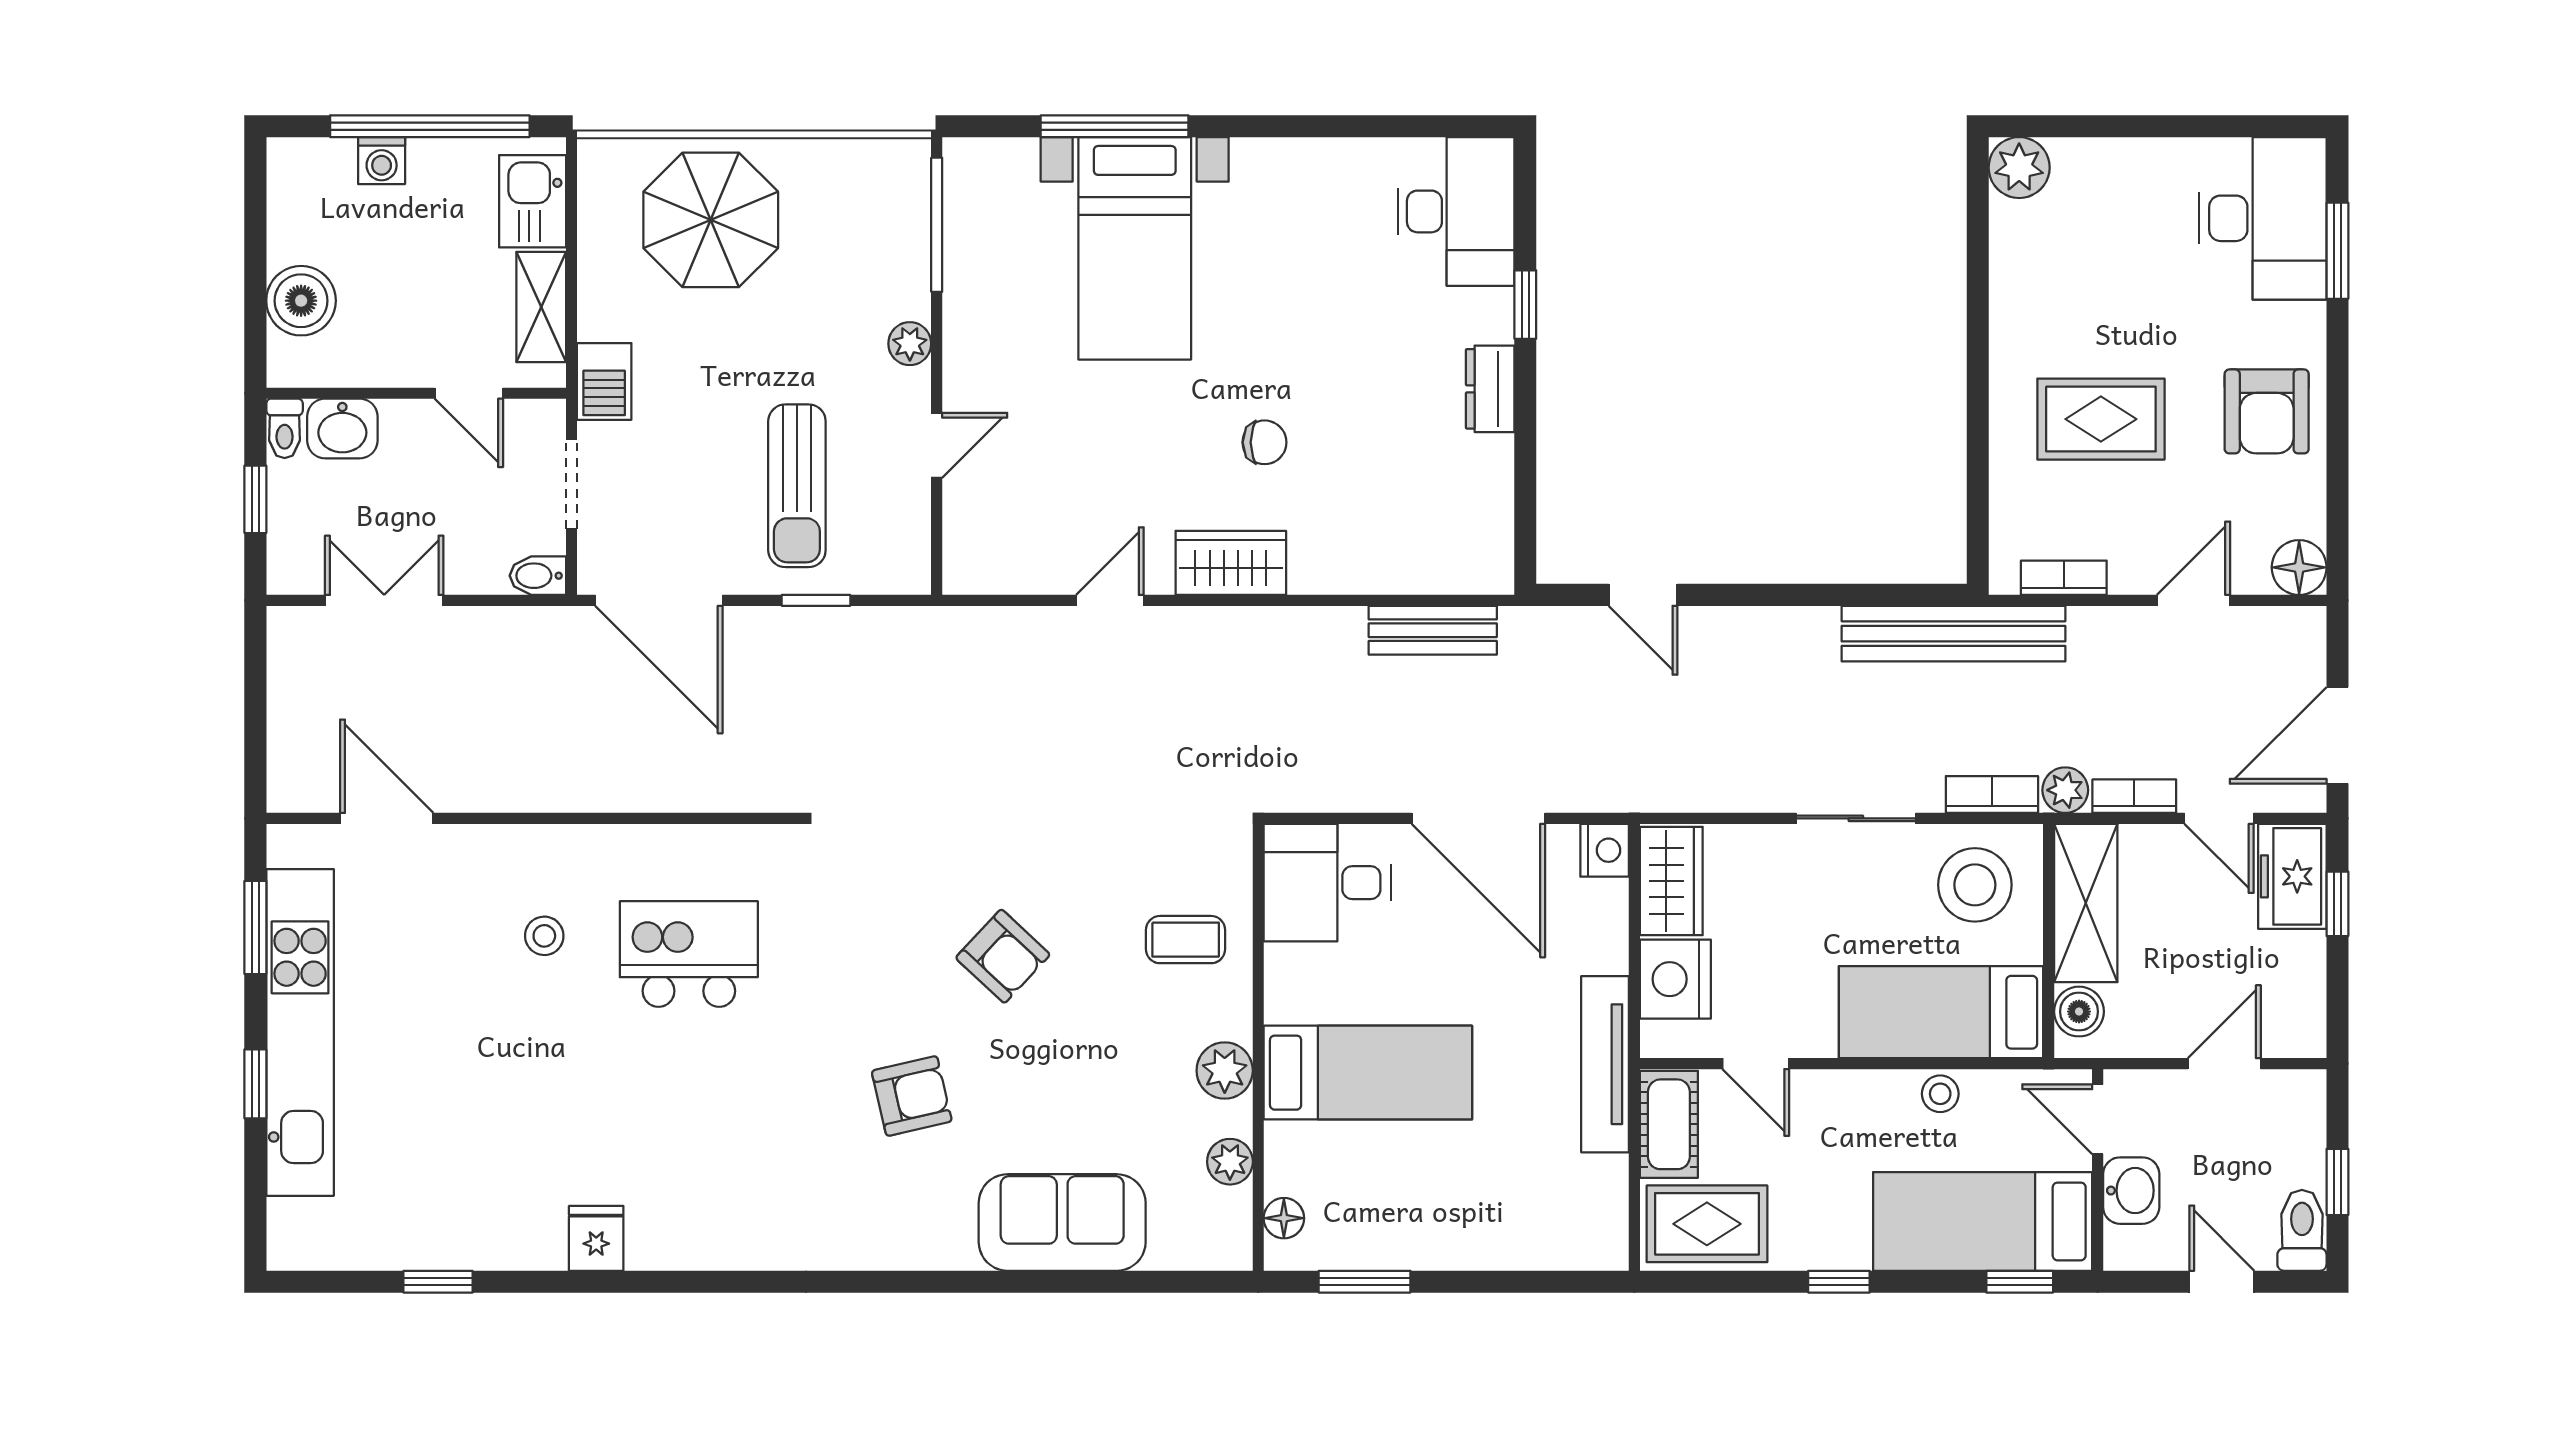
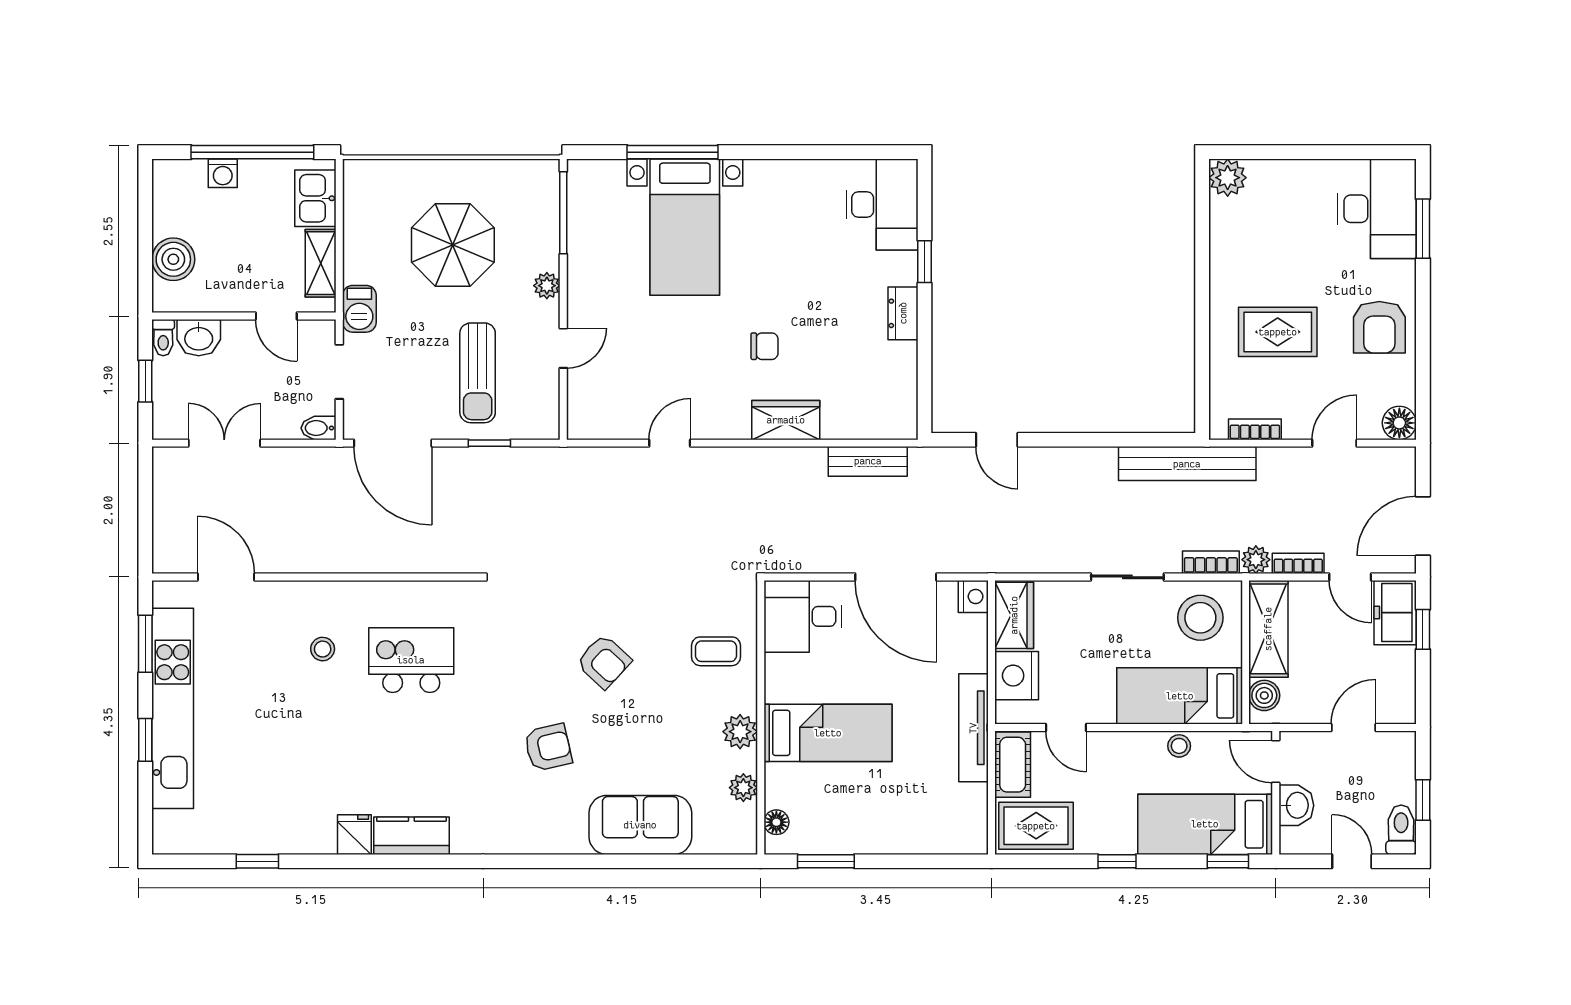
parasol: (711, 220) -> (453, 245), moved
wardrobe: (1231, 563) -> (786, 420), moved
kitchen counter: (689, 1240) -> (411, 836), added

